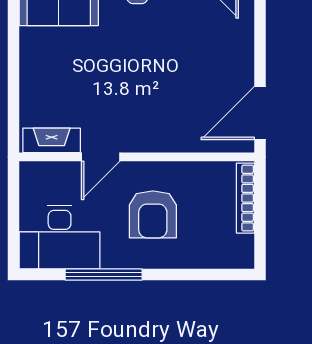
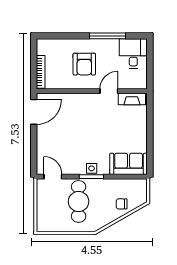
armchair: (153, 214) -> (84, 64), turned 180
desk: (60, 237) -> (133, 53), width x0.73

